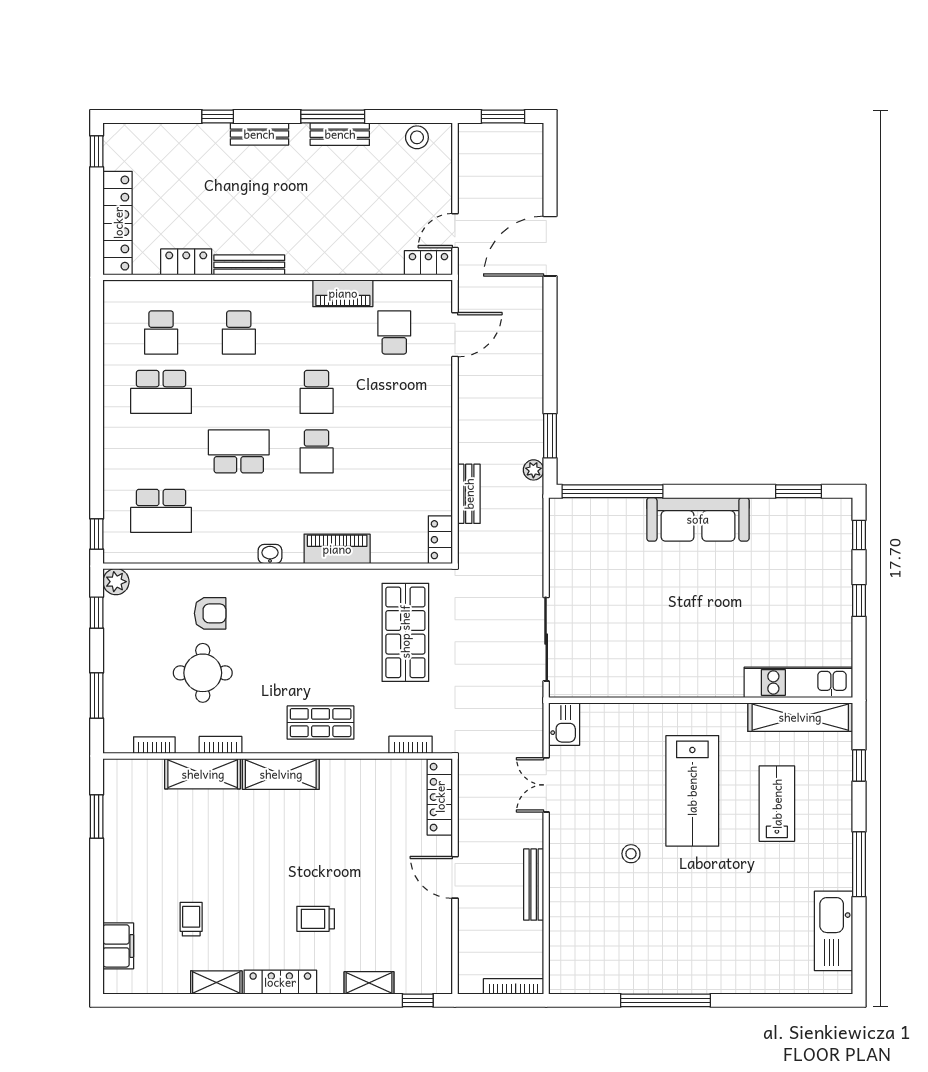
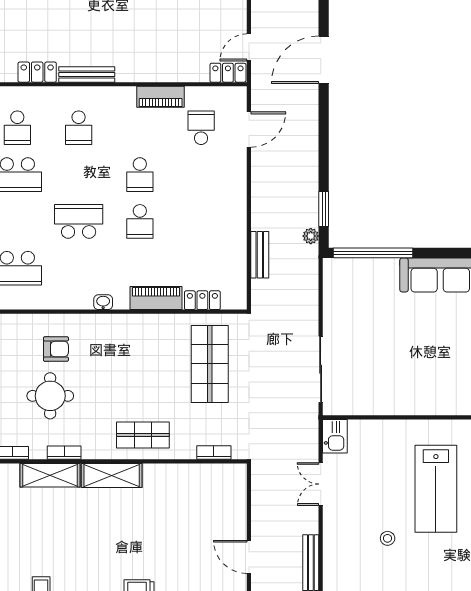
locker: (440, 540) -> (202, 300), moved, turned 90
locker: (440, 797) -> (237, 494), removed

